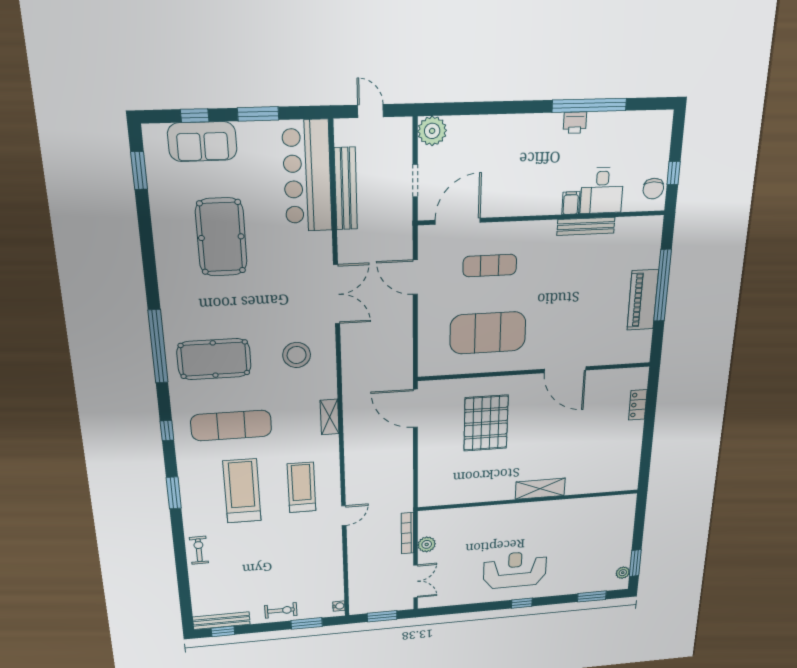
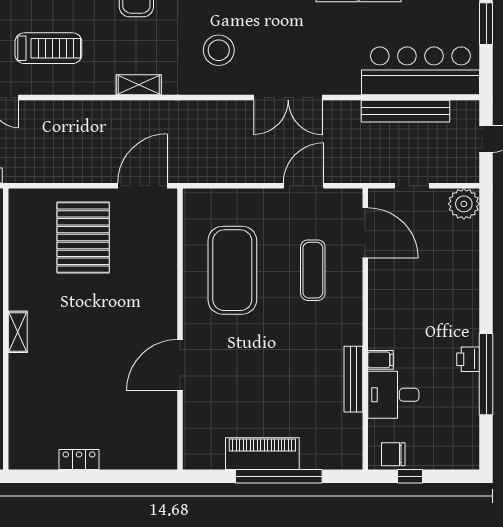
locker: (638, 405) -> (79, 460), moved
pallet: (486, 423) -> (83, 238), moved, turned 90
shelving: (540, 489) -> (18, 332), width x0.67, depth x0.75

